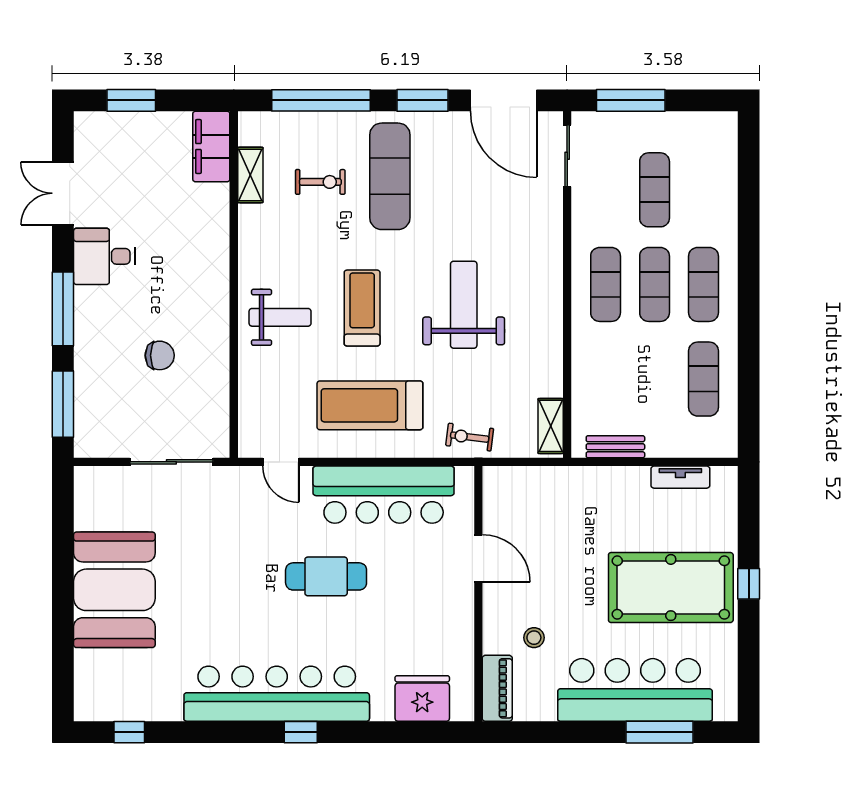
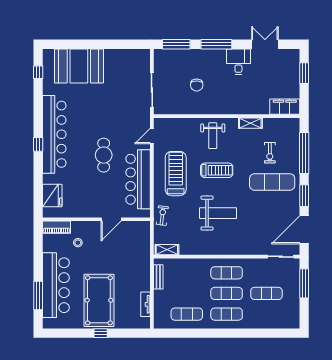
shelving: (250, 175) -> (250, 123), moved
booth: (114, 590) -> (79, 66), moved

